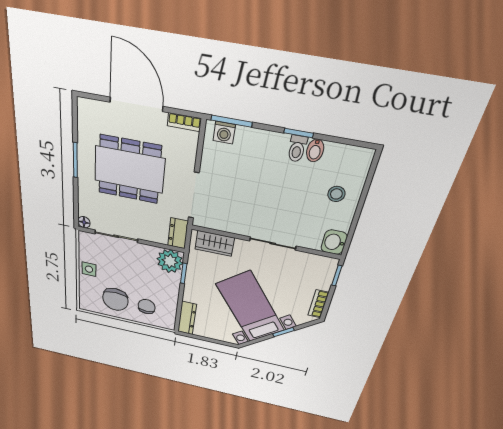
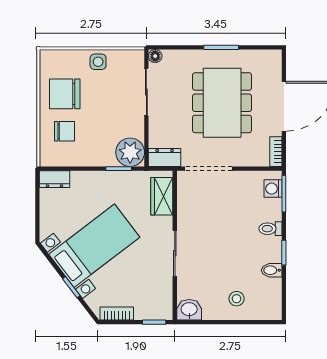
toilet: (297, 149) -> (270, 229), moved
dresser: (187, 318) -> (54, 179), width x0.70

